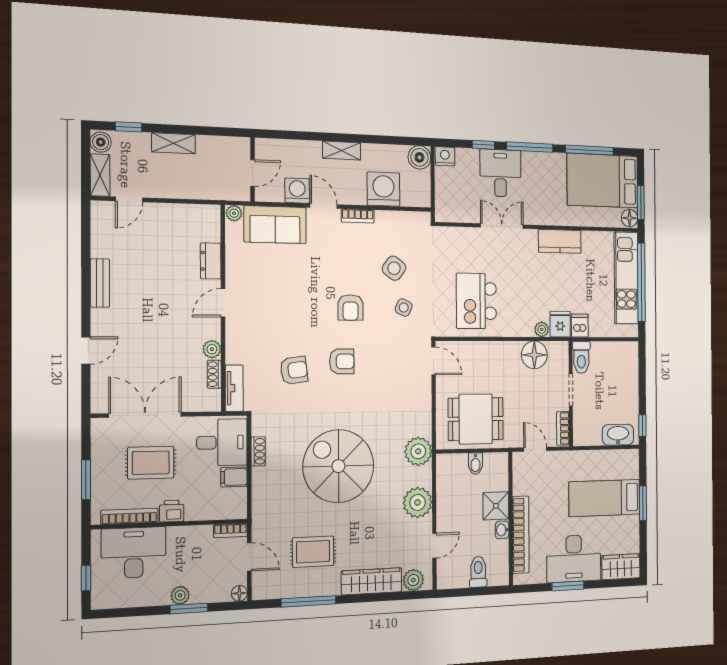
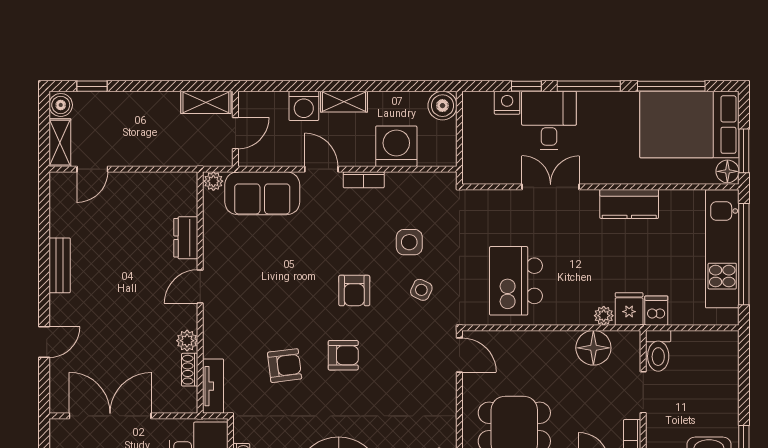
shelving: (174, 143) -> (206, 102), moved
nightstand: (445, 156) -> (507, 103), moved
washing machine: (297, 191) -> (304, 106), moved, turned 180
side table: (394, 268) -> (409, 242), turned -37

